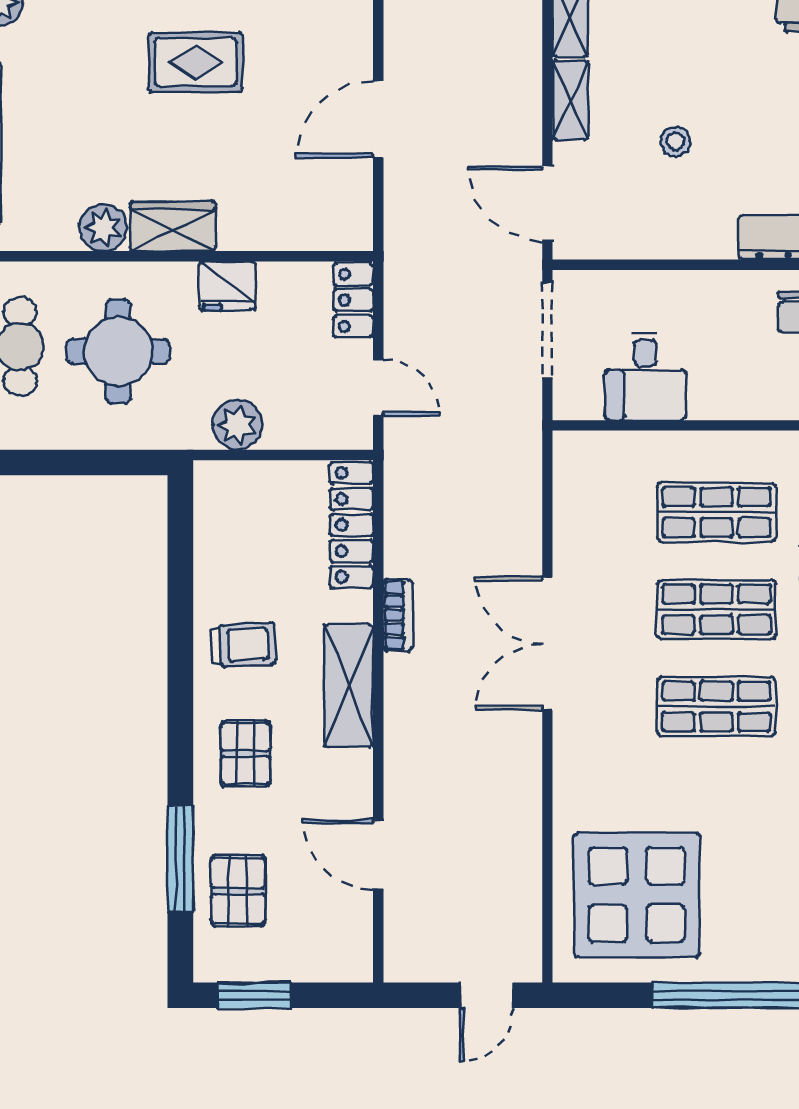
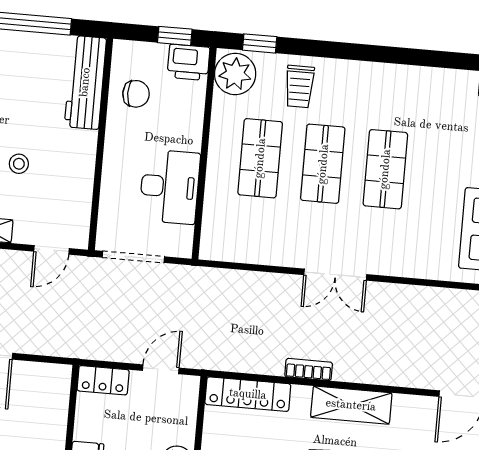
door: (547, 203) -> (51, 250), width x0.73
desk: (645, 377) -> (170, 187), width x1.37
double door: (547, 644) -> (335, 275), width x0.73

